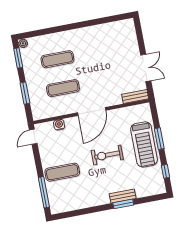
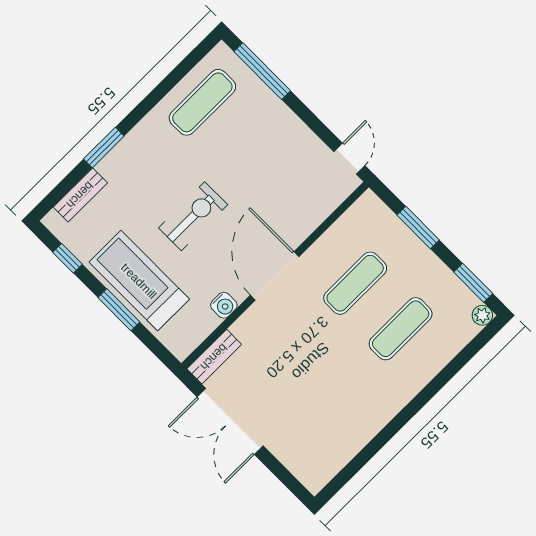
double door: (146, 68) -> (230, 421), width x1.37
water cooler: (59, 125) -> (224, 305), moved
exercise mat: (62, 172) -> (202, 102), moved
bench: (123, 196) -> (80, 195), moved

